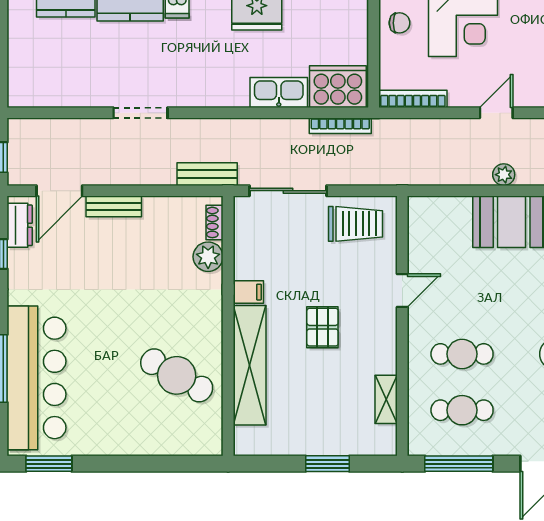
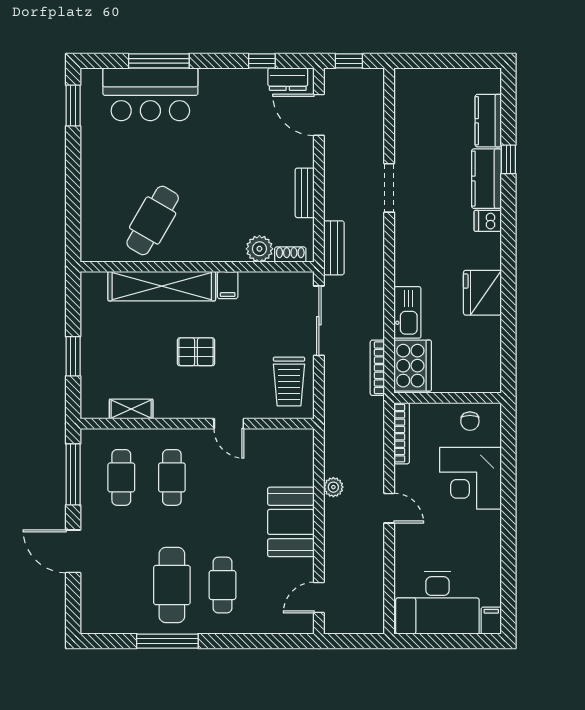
plant: (504, 175) -> (333, 487), moved
bench: (114, 206) -> (305, 193), moved
bar counter: (36, 378) -> (150, 94), width x0.73

